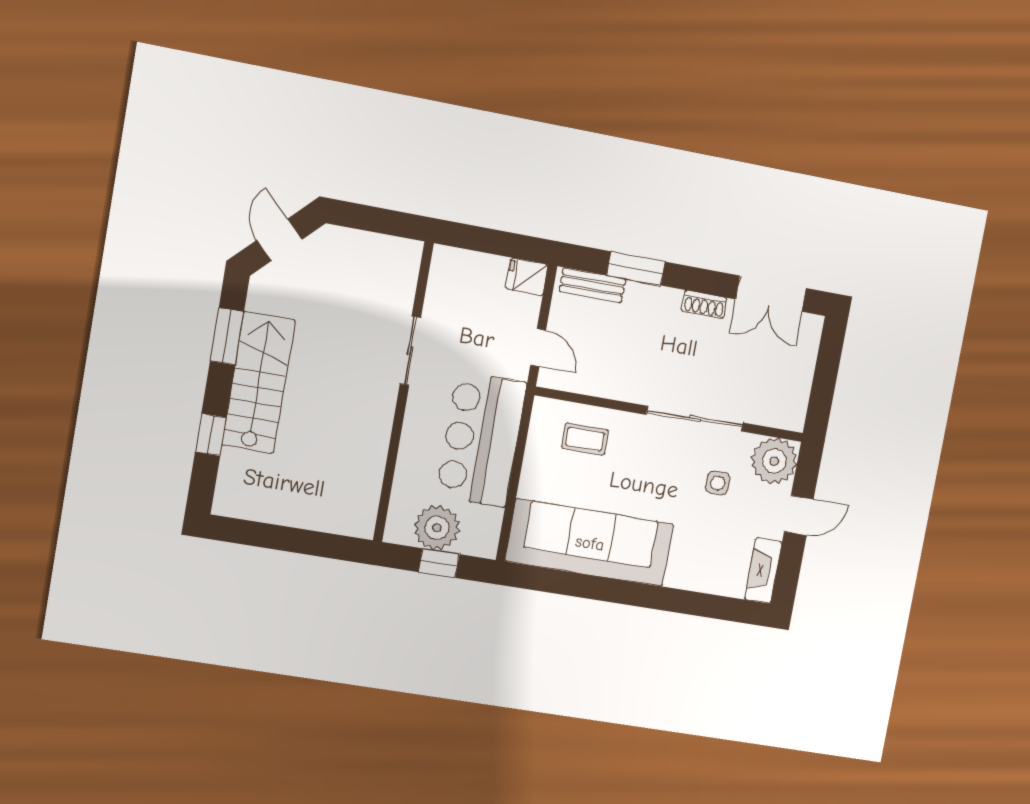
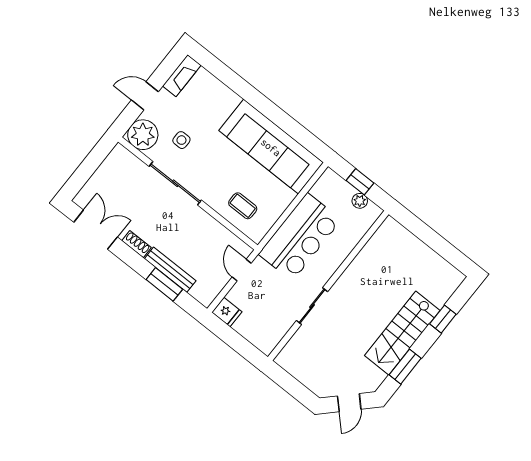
bench: (592, 285) -> (170, 270), moved, width x1.36
plant: (437, 528) -> (360, 201), width x0.53, depth x0.53

